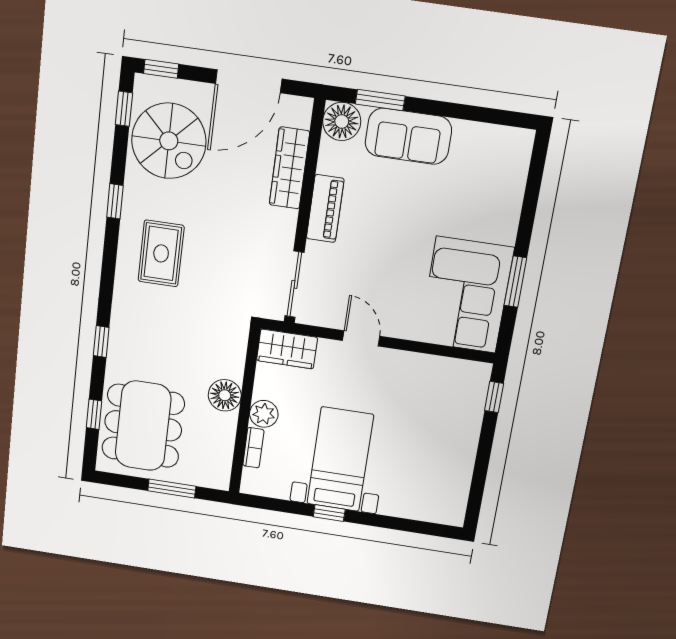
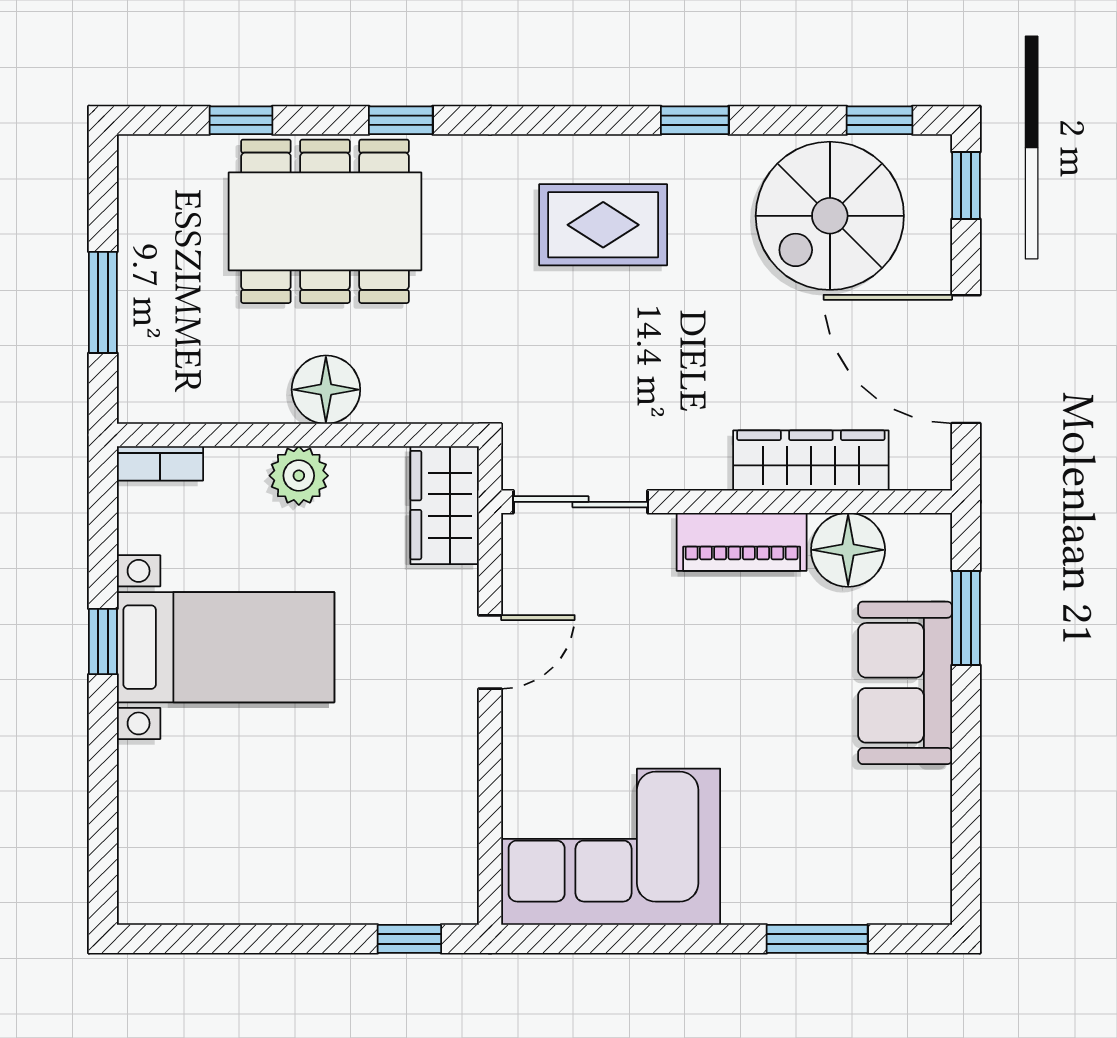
floor lamp: (342, 121) -> (848, 550), moved
window: (515, 282) -> (817, 939), moved
dining table: (143, 426) -> (325, 221), moved
bookcase: (253, 448) -> (160, 463), moved

